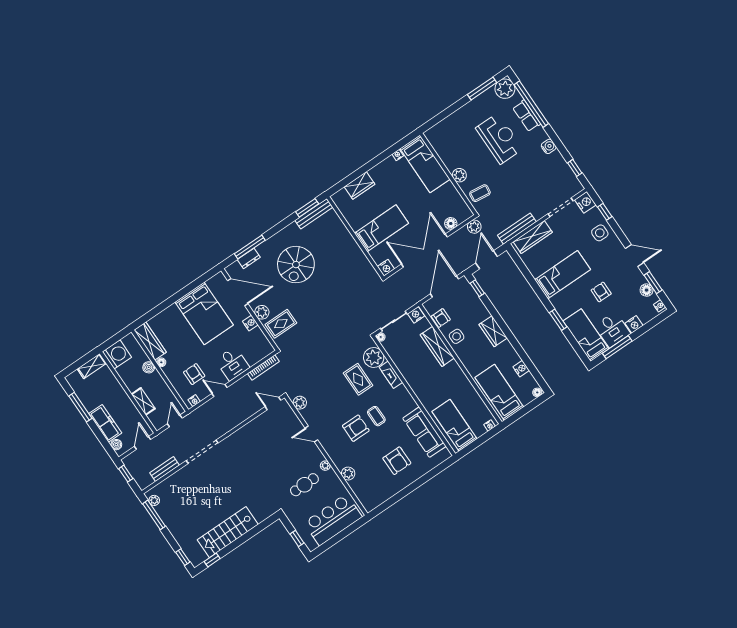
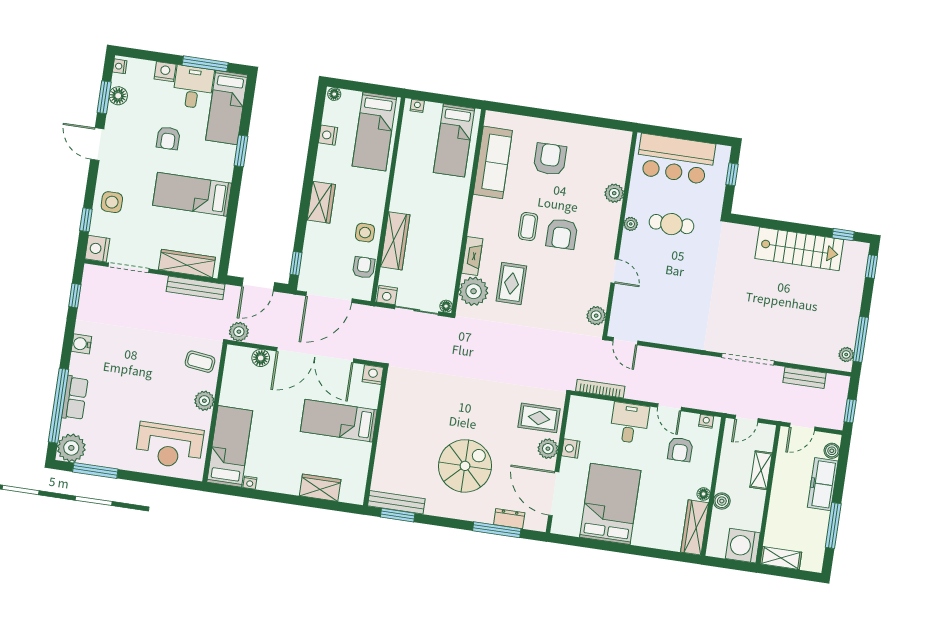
reception desk: (499, 138) -> (169, 446), moved, turned -90
armchair: (356, 428) -> (562, 234), turned -90

